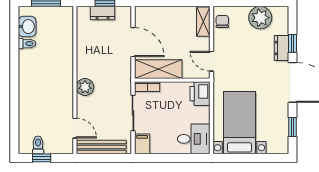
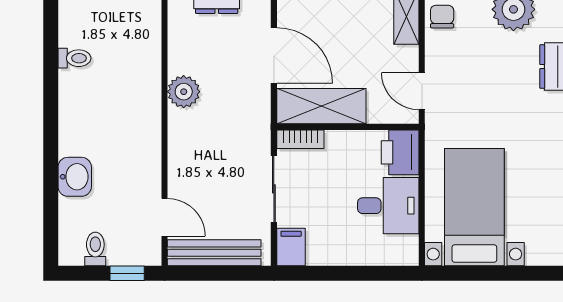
washbasin: (27, 27) -> (75, 177), moved
plant: (85, 87) -> (184, 92), moved
desk: (194, 139) -> (388, 206), moved
window: (42, 158) -> (127, 273), moved

